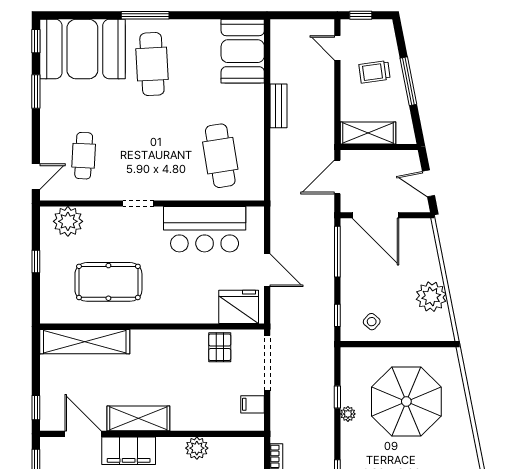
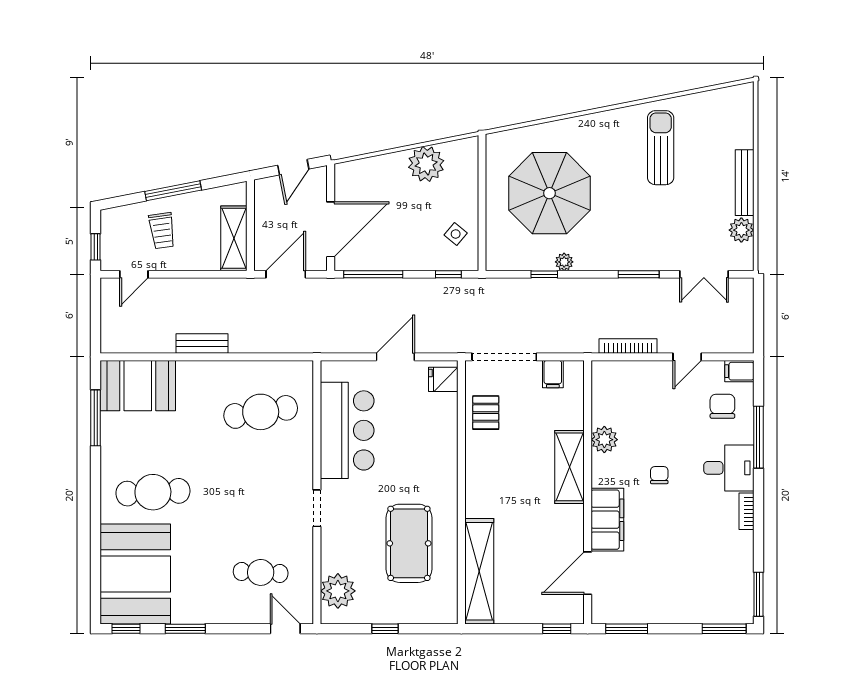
window: (145, 15) -> (96, 418), moved
door: (337, 177) -> (286, 274), swing flipped
fridge: (239, 307) -> (443, 379), width x0.53, depth x0.75
pallet: (220, 347) -> (486, 413), turned 90
shelving: (138, 418) -> (569, 467), moved

